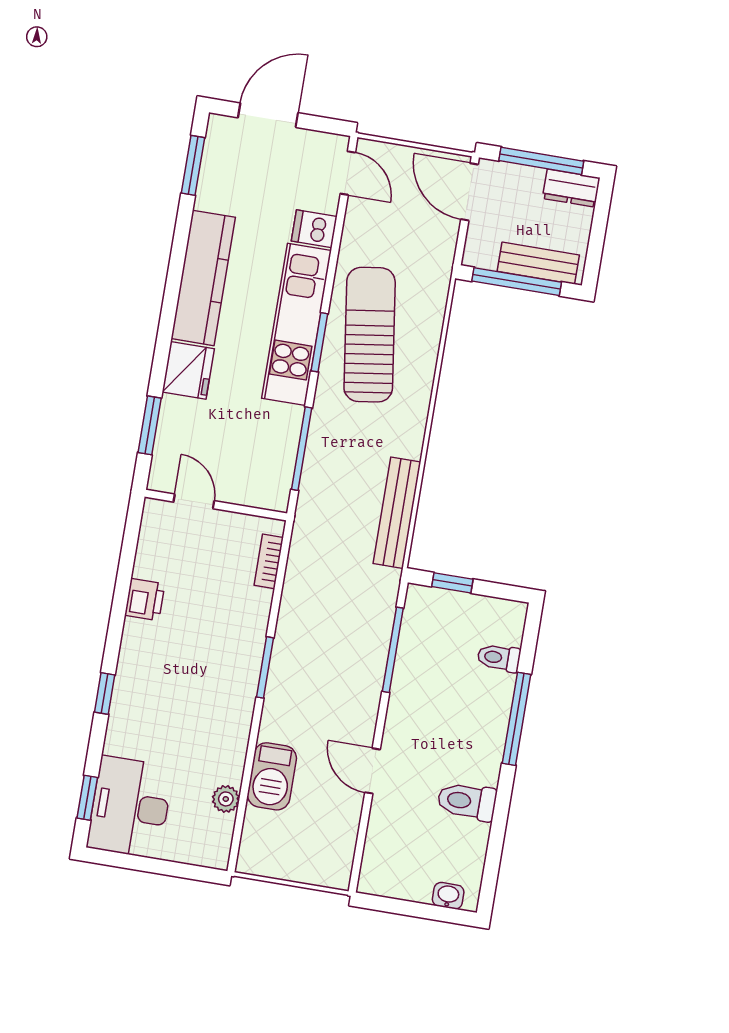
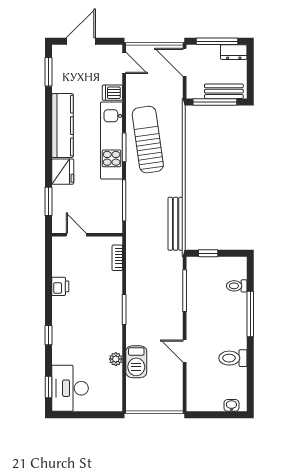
plant: (226, 799) -> (116, 359), moved

